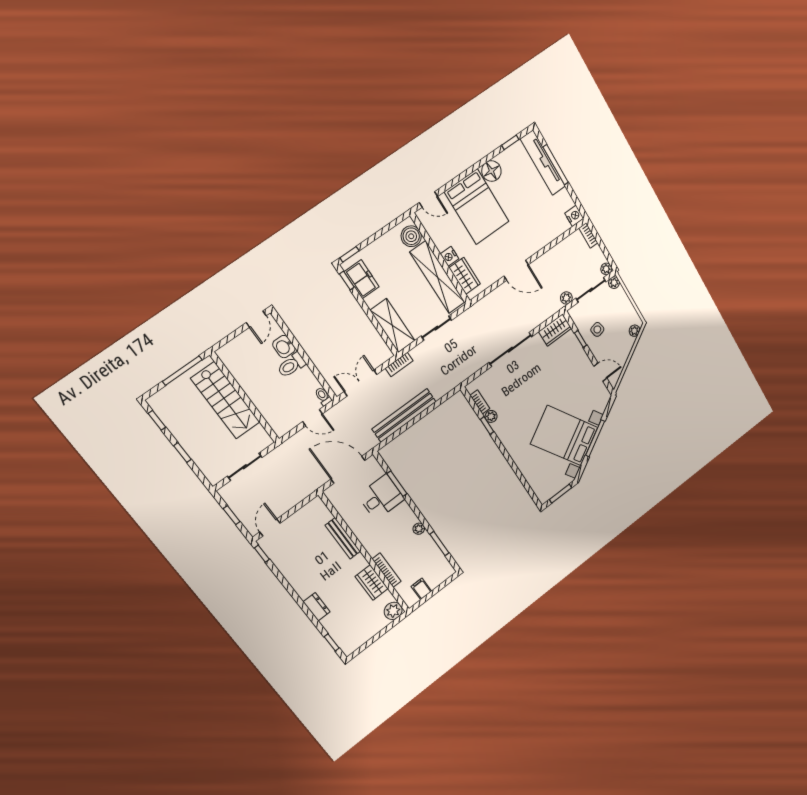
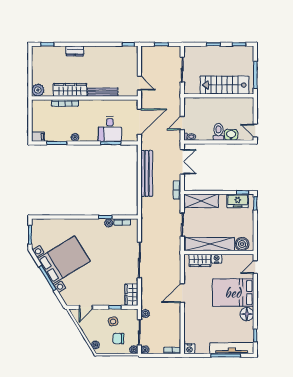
chair: (612, 310) -> (118, 338), added
door: (270, 528) -> (139, 83), moved
wardrobe: (372, 583) -> (70, 90), width x1.50
filing cabinet: (421, 589) -> (38, 137), moved

